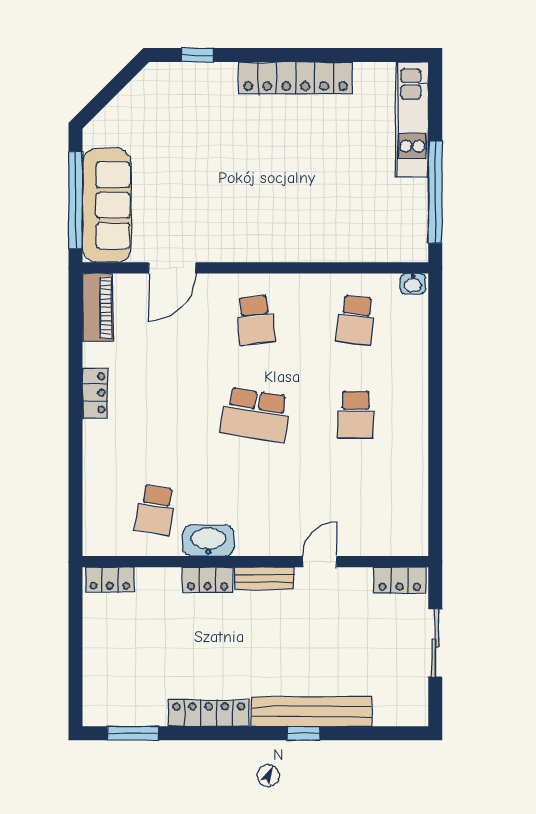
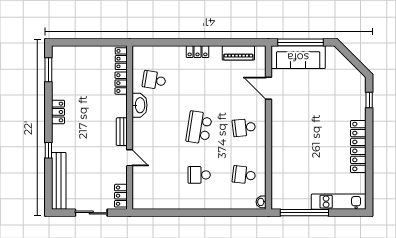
piano: (98, 307) -> (238, 53), moved
locker: (95, 393) -> (197, 52), moved
locker: (207, 580) -> (121, 83), moved
bench: (311, 712) -> (59, 181), moved
locker: (209, 713) -> (58, 112), width x0.66

